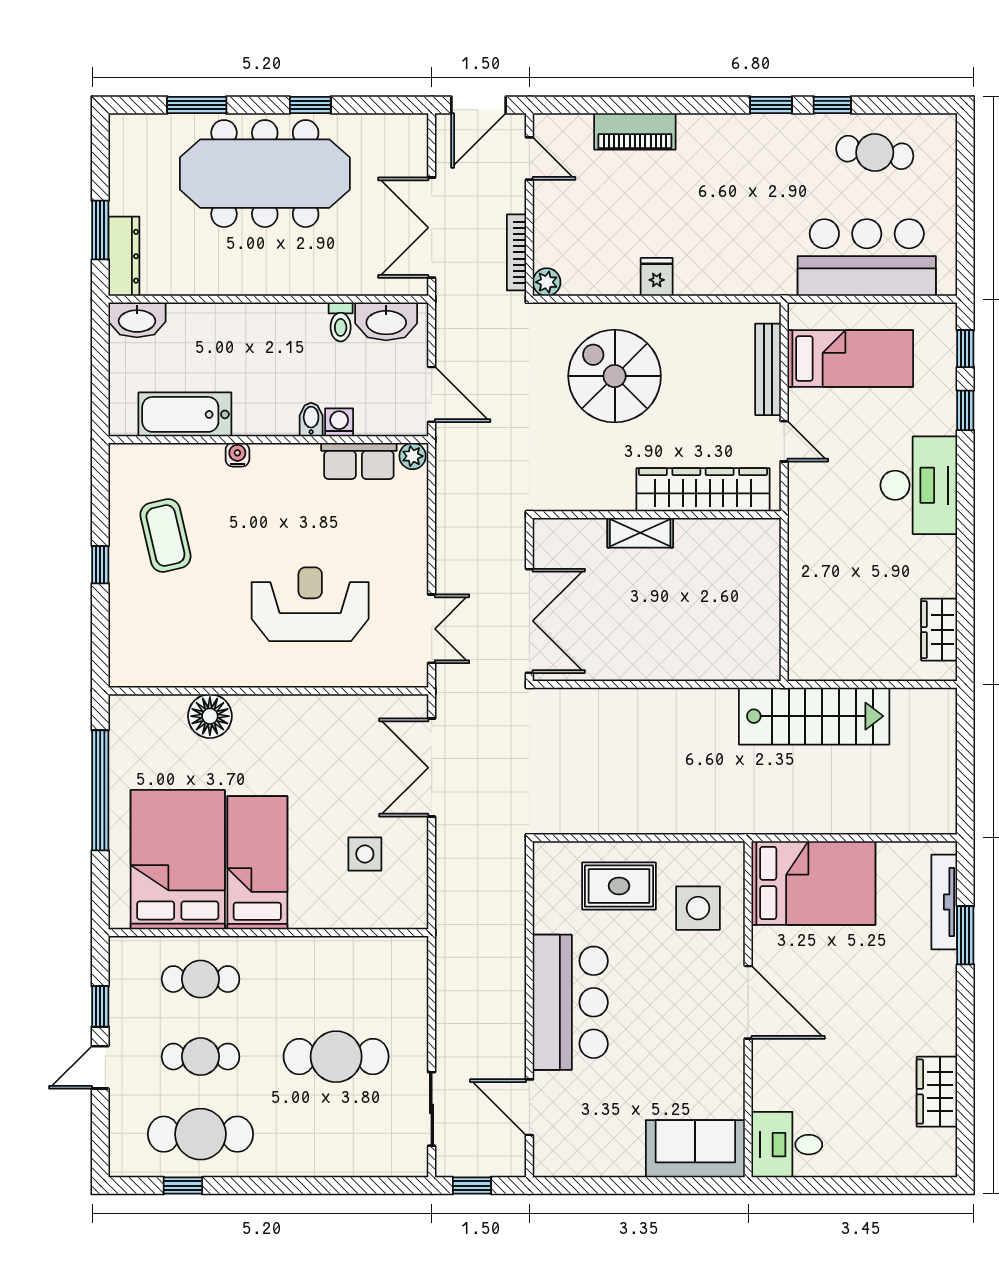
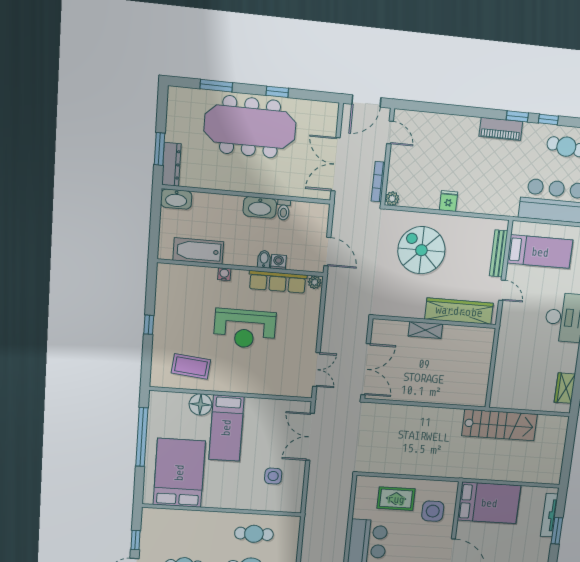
piano: (635, 131) -> (501, 129), moved
washbasin: (386, 321) -> (260, 207), moved
row of seats: (359, 461) -> (278, 282), width x1.48
coffee table: (165, 536) -> (191, 366), moved, turned -71
reception desk: (310, 604) -> (245, 329), moved, turned 180
bed: (257, 863) -> (226, 428), moved, turned 180
cafe table: (201, 979) -> (254, 534), moved

